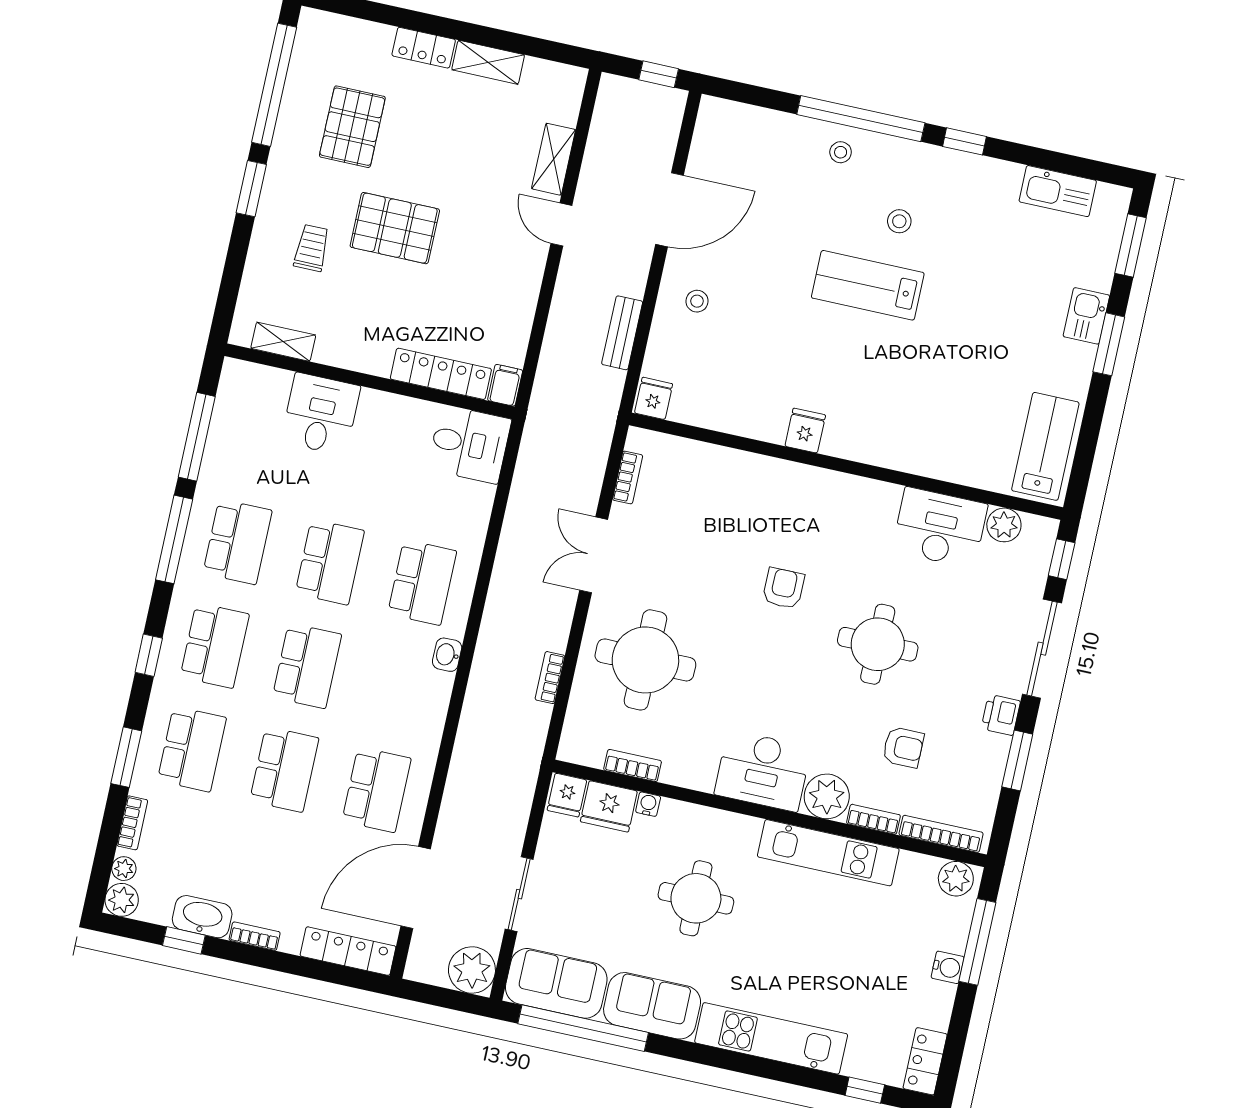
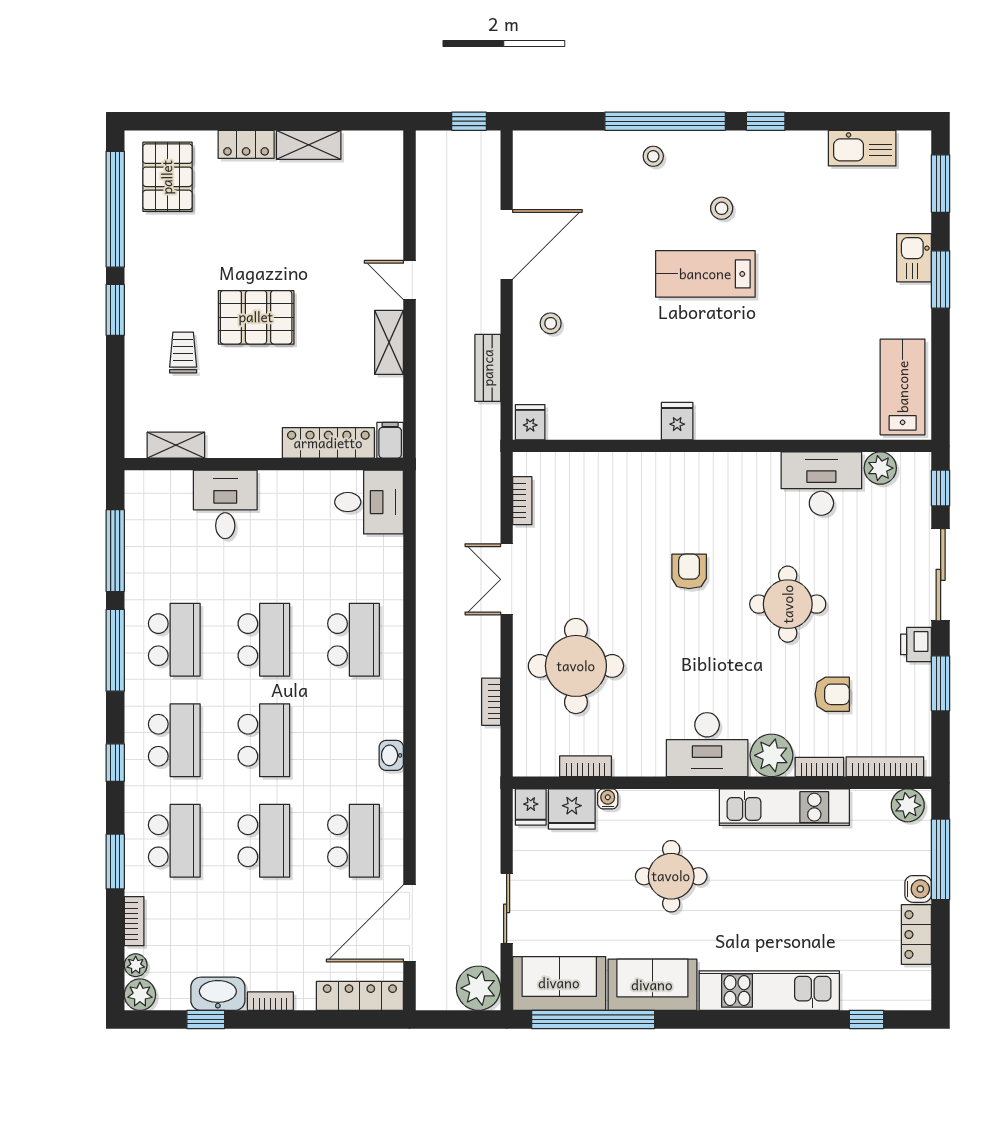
pallet: (352, 127) -> (167, 177), moved
shelving: (554, 159) -> (389, 342), moved
washbasin: (447, 655) -> (391, 755), moved
locker: (925, 1061) -> (916, 935), moved

